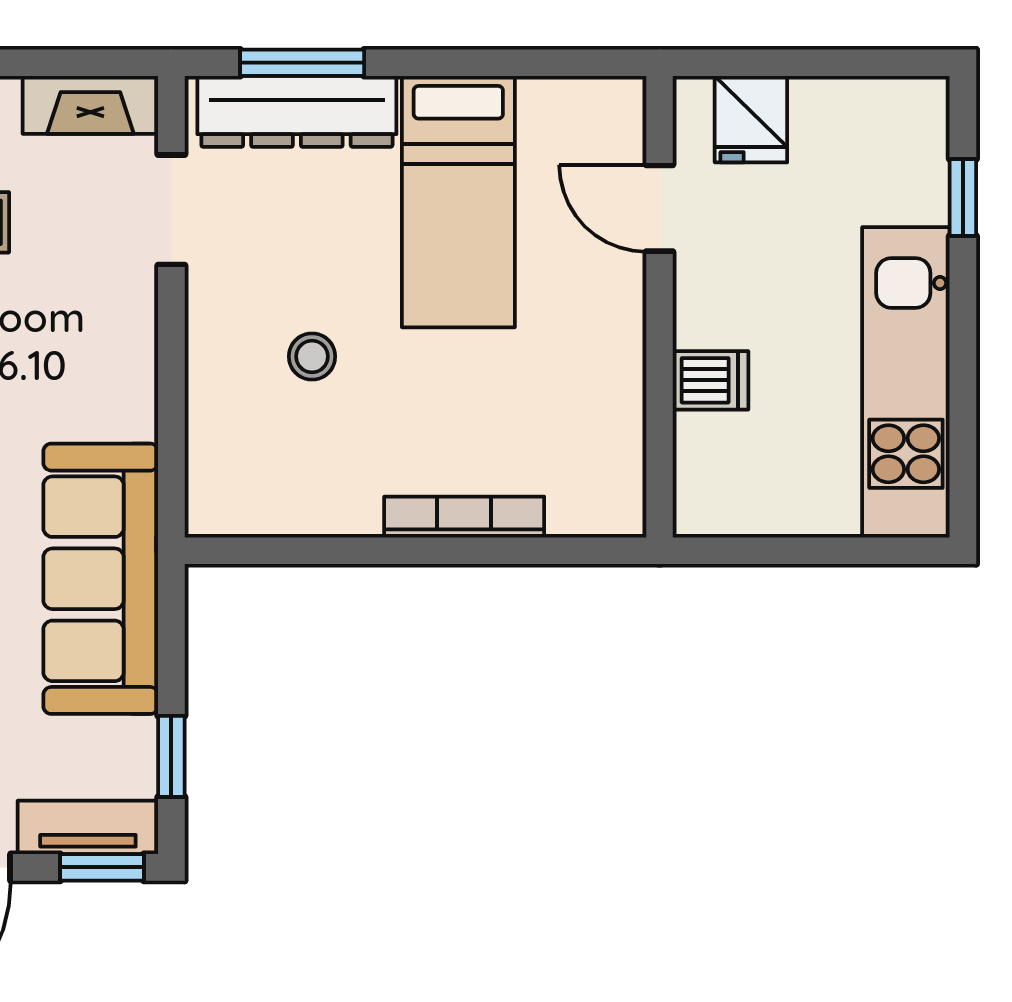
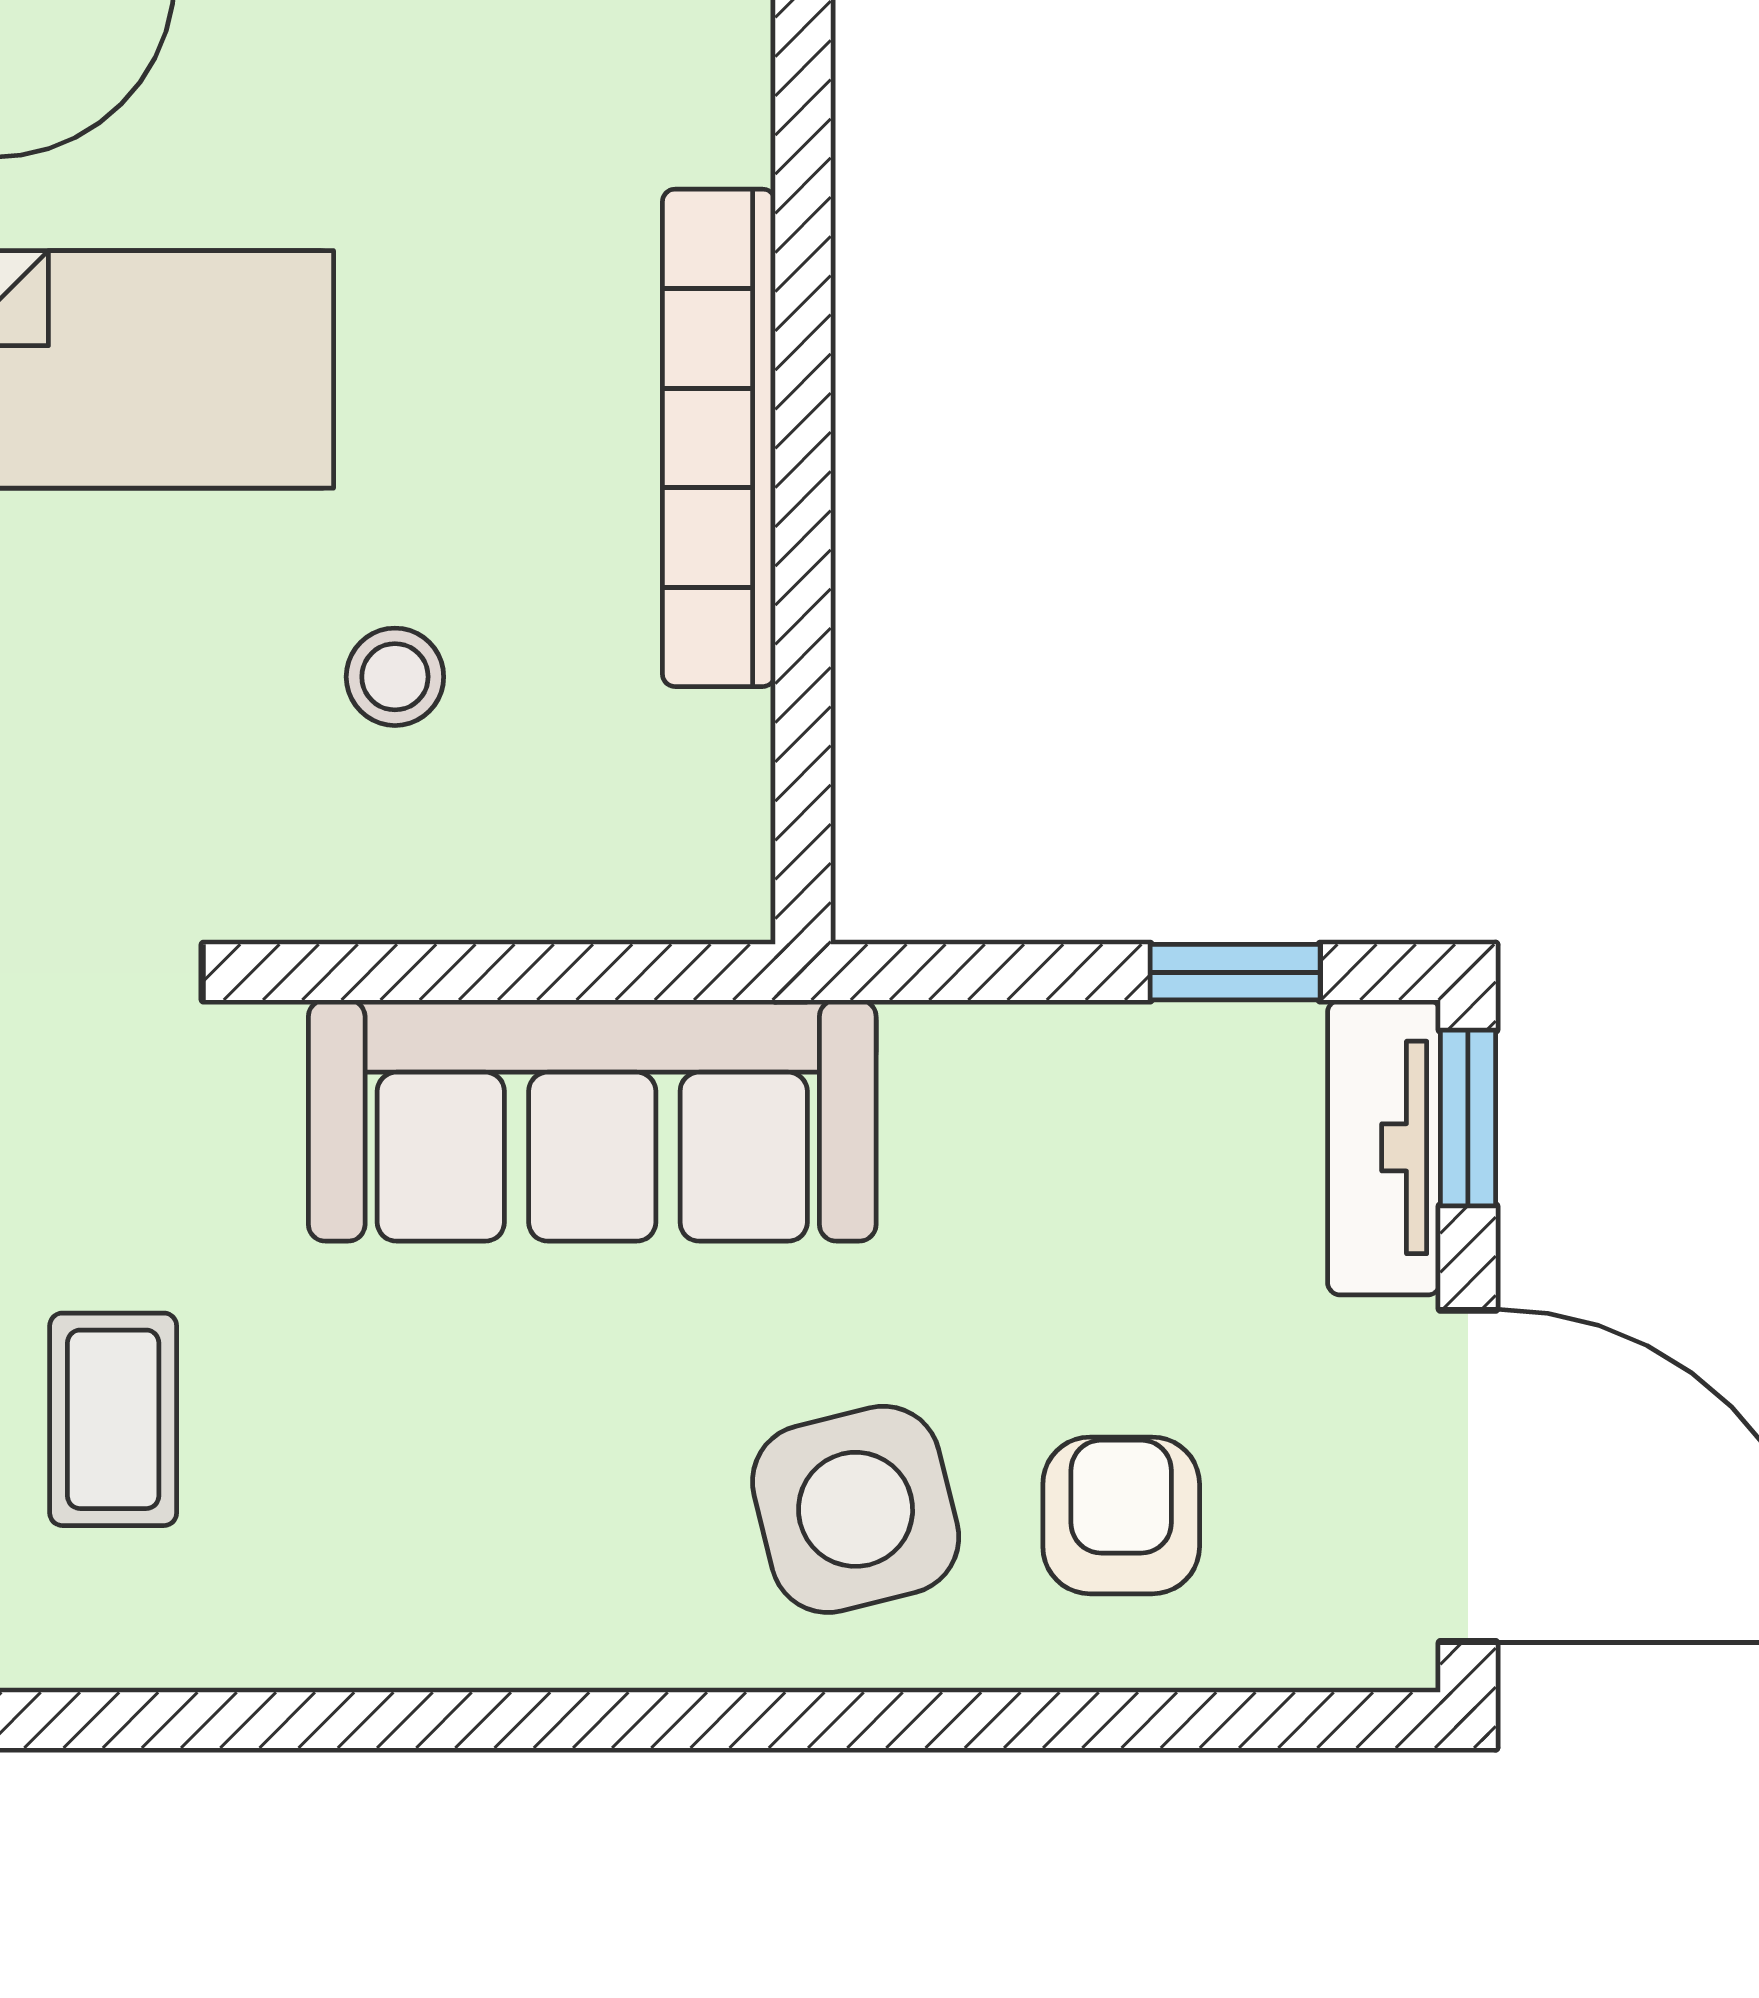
bookcase: (464, 517) -> (719, 438), width x1.48, depth x1.31
sofa: (101, 579) -> (592, 1120), moved

